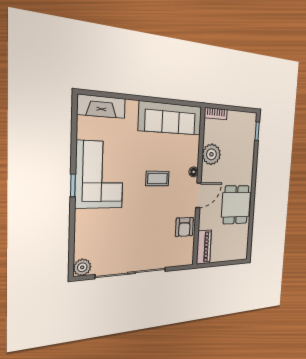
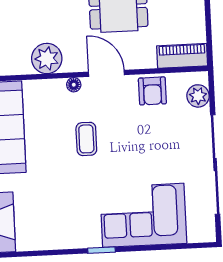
corner sofa: (100, 175) -> (143, 215), moved
armchair: (184, 227) -> (152, 91), turned 90
plant: (82, 267) -> (198, 96), moved

